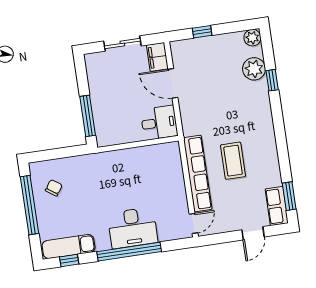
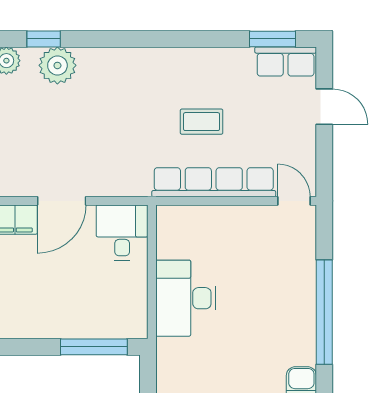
window: (272, 80) -> (44, 39), moved
coffee table: (233, 161) -> (202, 122), width x0.73, depth x0.77
desk: (133, 228) -> (186, 298), moved, turned 180

